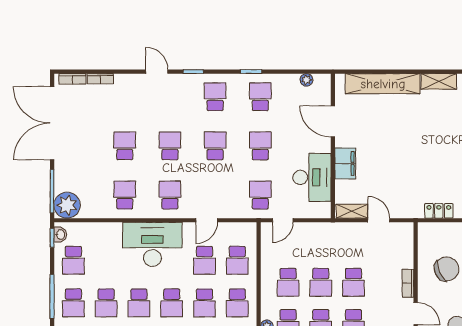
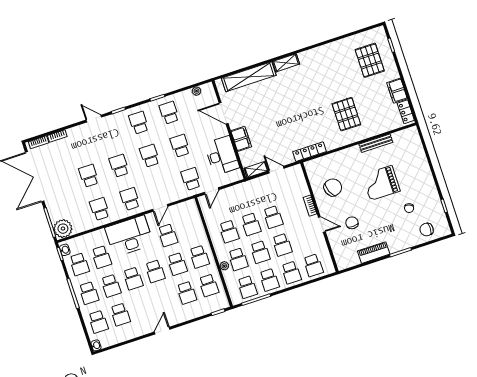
locker: (439, 211) -> (309, 152), width x1.53
school desk: (237, 260) -> (101, 257), moved

